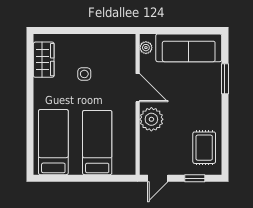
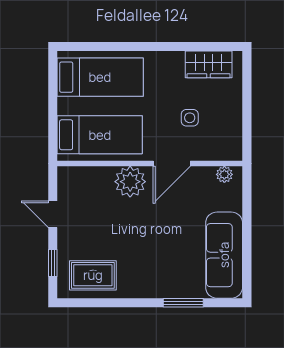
plant: (146, 48) -> (224, 174), moved
door: (138, 88) -> (172, 164), moved
wall: (138, 104) -> (150, 164), moved
plant: (151, 119) -> (130, 182), moved

